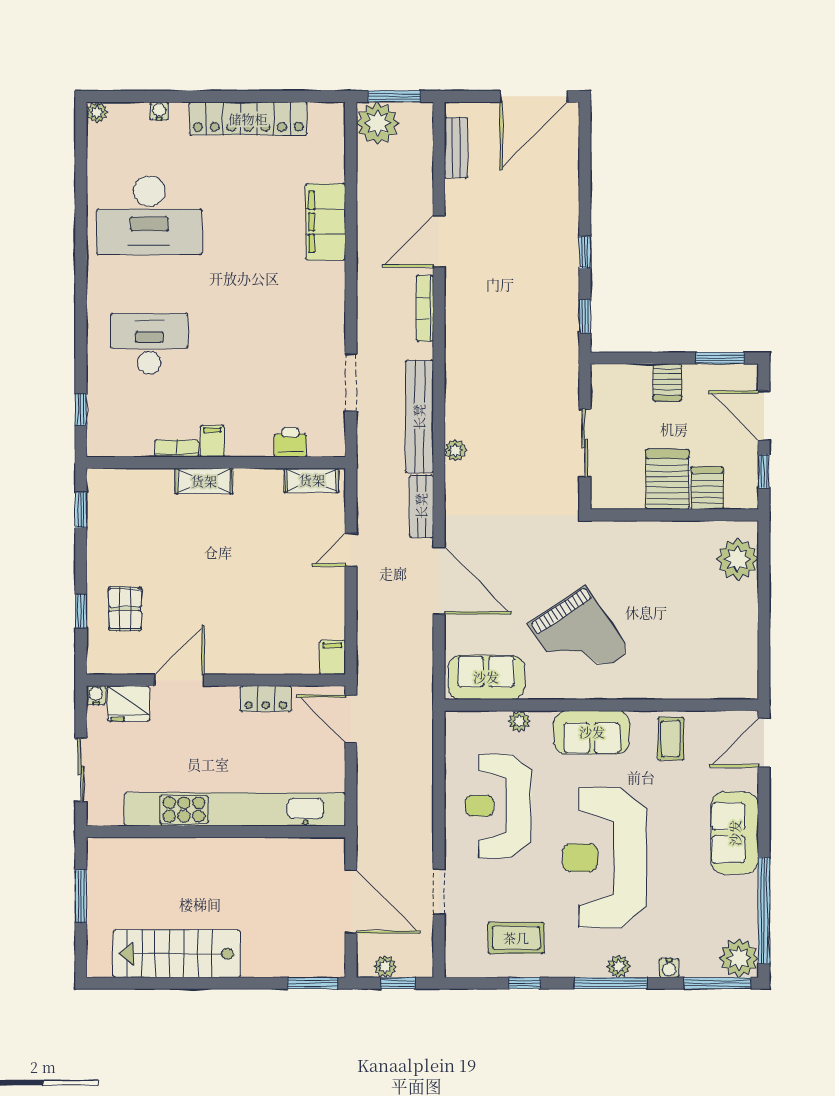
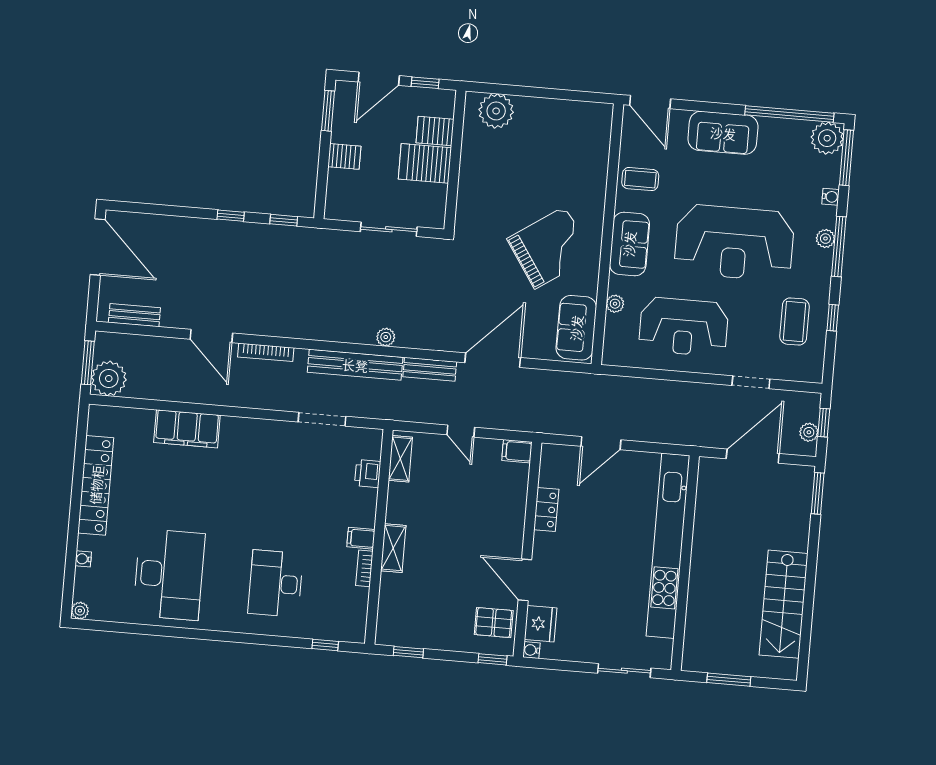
filing cabinet: (332, 658) -> (517, 451), moved
door: (179, 680) -> (525, 580), moved
wall: (216, 680) -> (527, 550), moved
water cooler: (96, 695) -> (531, 650), moved
locker: (266, 699) -> (546, 509), moved
fridge: (128, 704) -> (541, 624), moved

